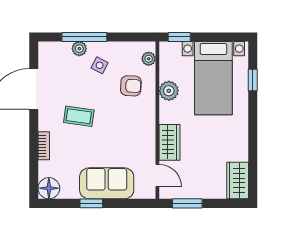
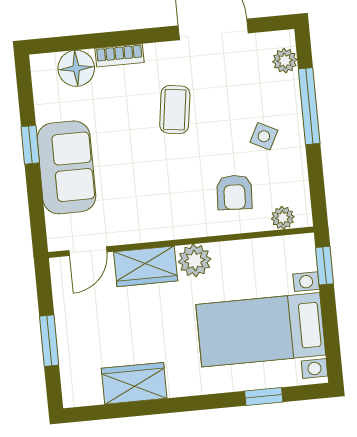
plant: (79, 49) -> (285, 61), moved
plant: (169, 91) -> (195, 260), moved
wardrobe: (238, 181) -> (134, 383), moved
floor lamp: (49, 188) -> (76, 68), moved
window: (187, 203) -> (49, 341), moved

